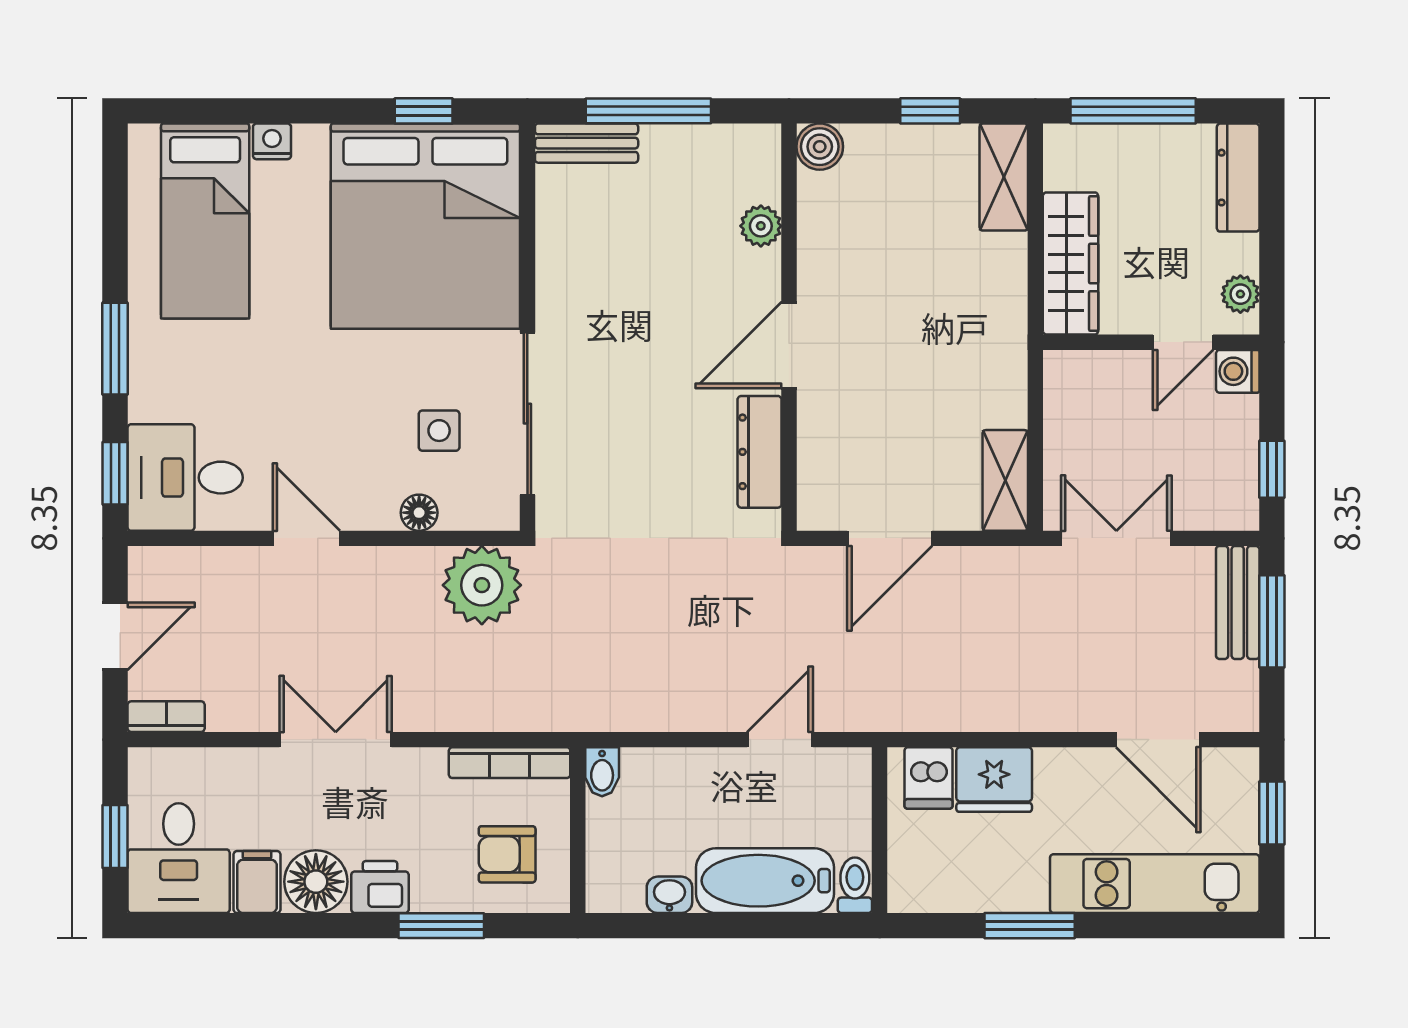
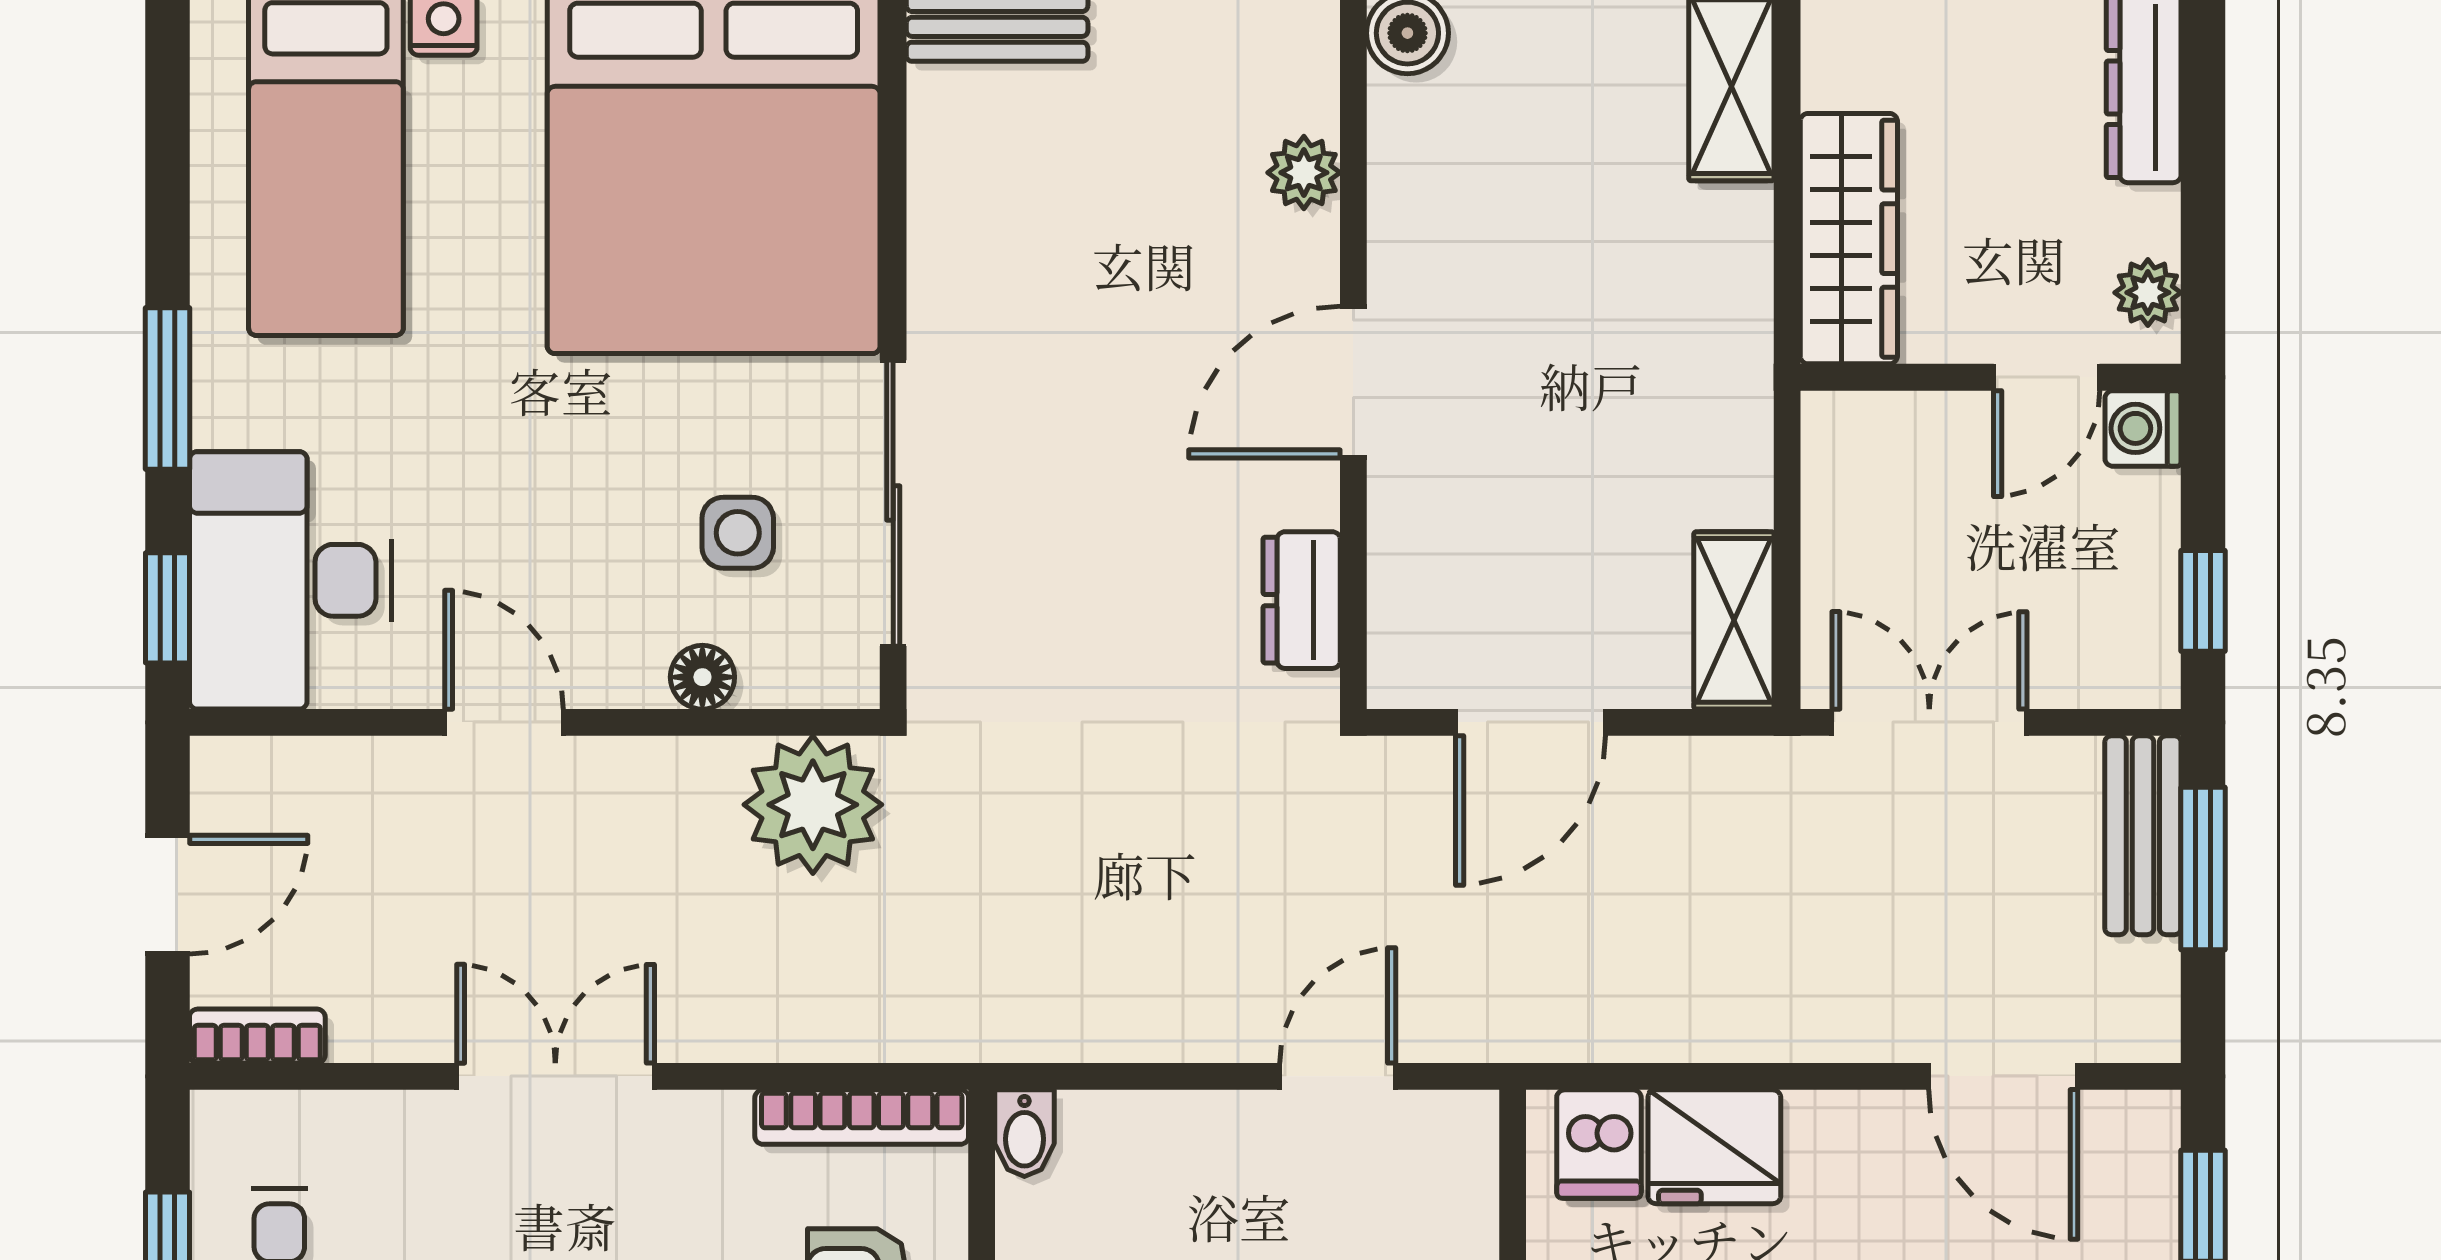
dresser: (760, 452) -> (1302, 600), width x0.70
desk: (185, 478) -> (291, 580), width x1.37

